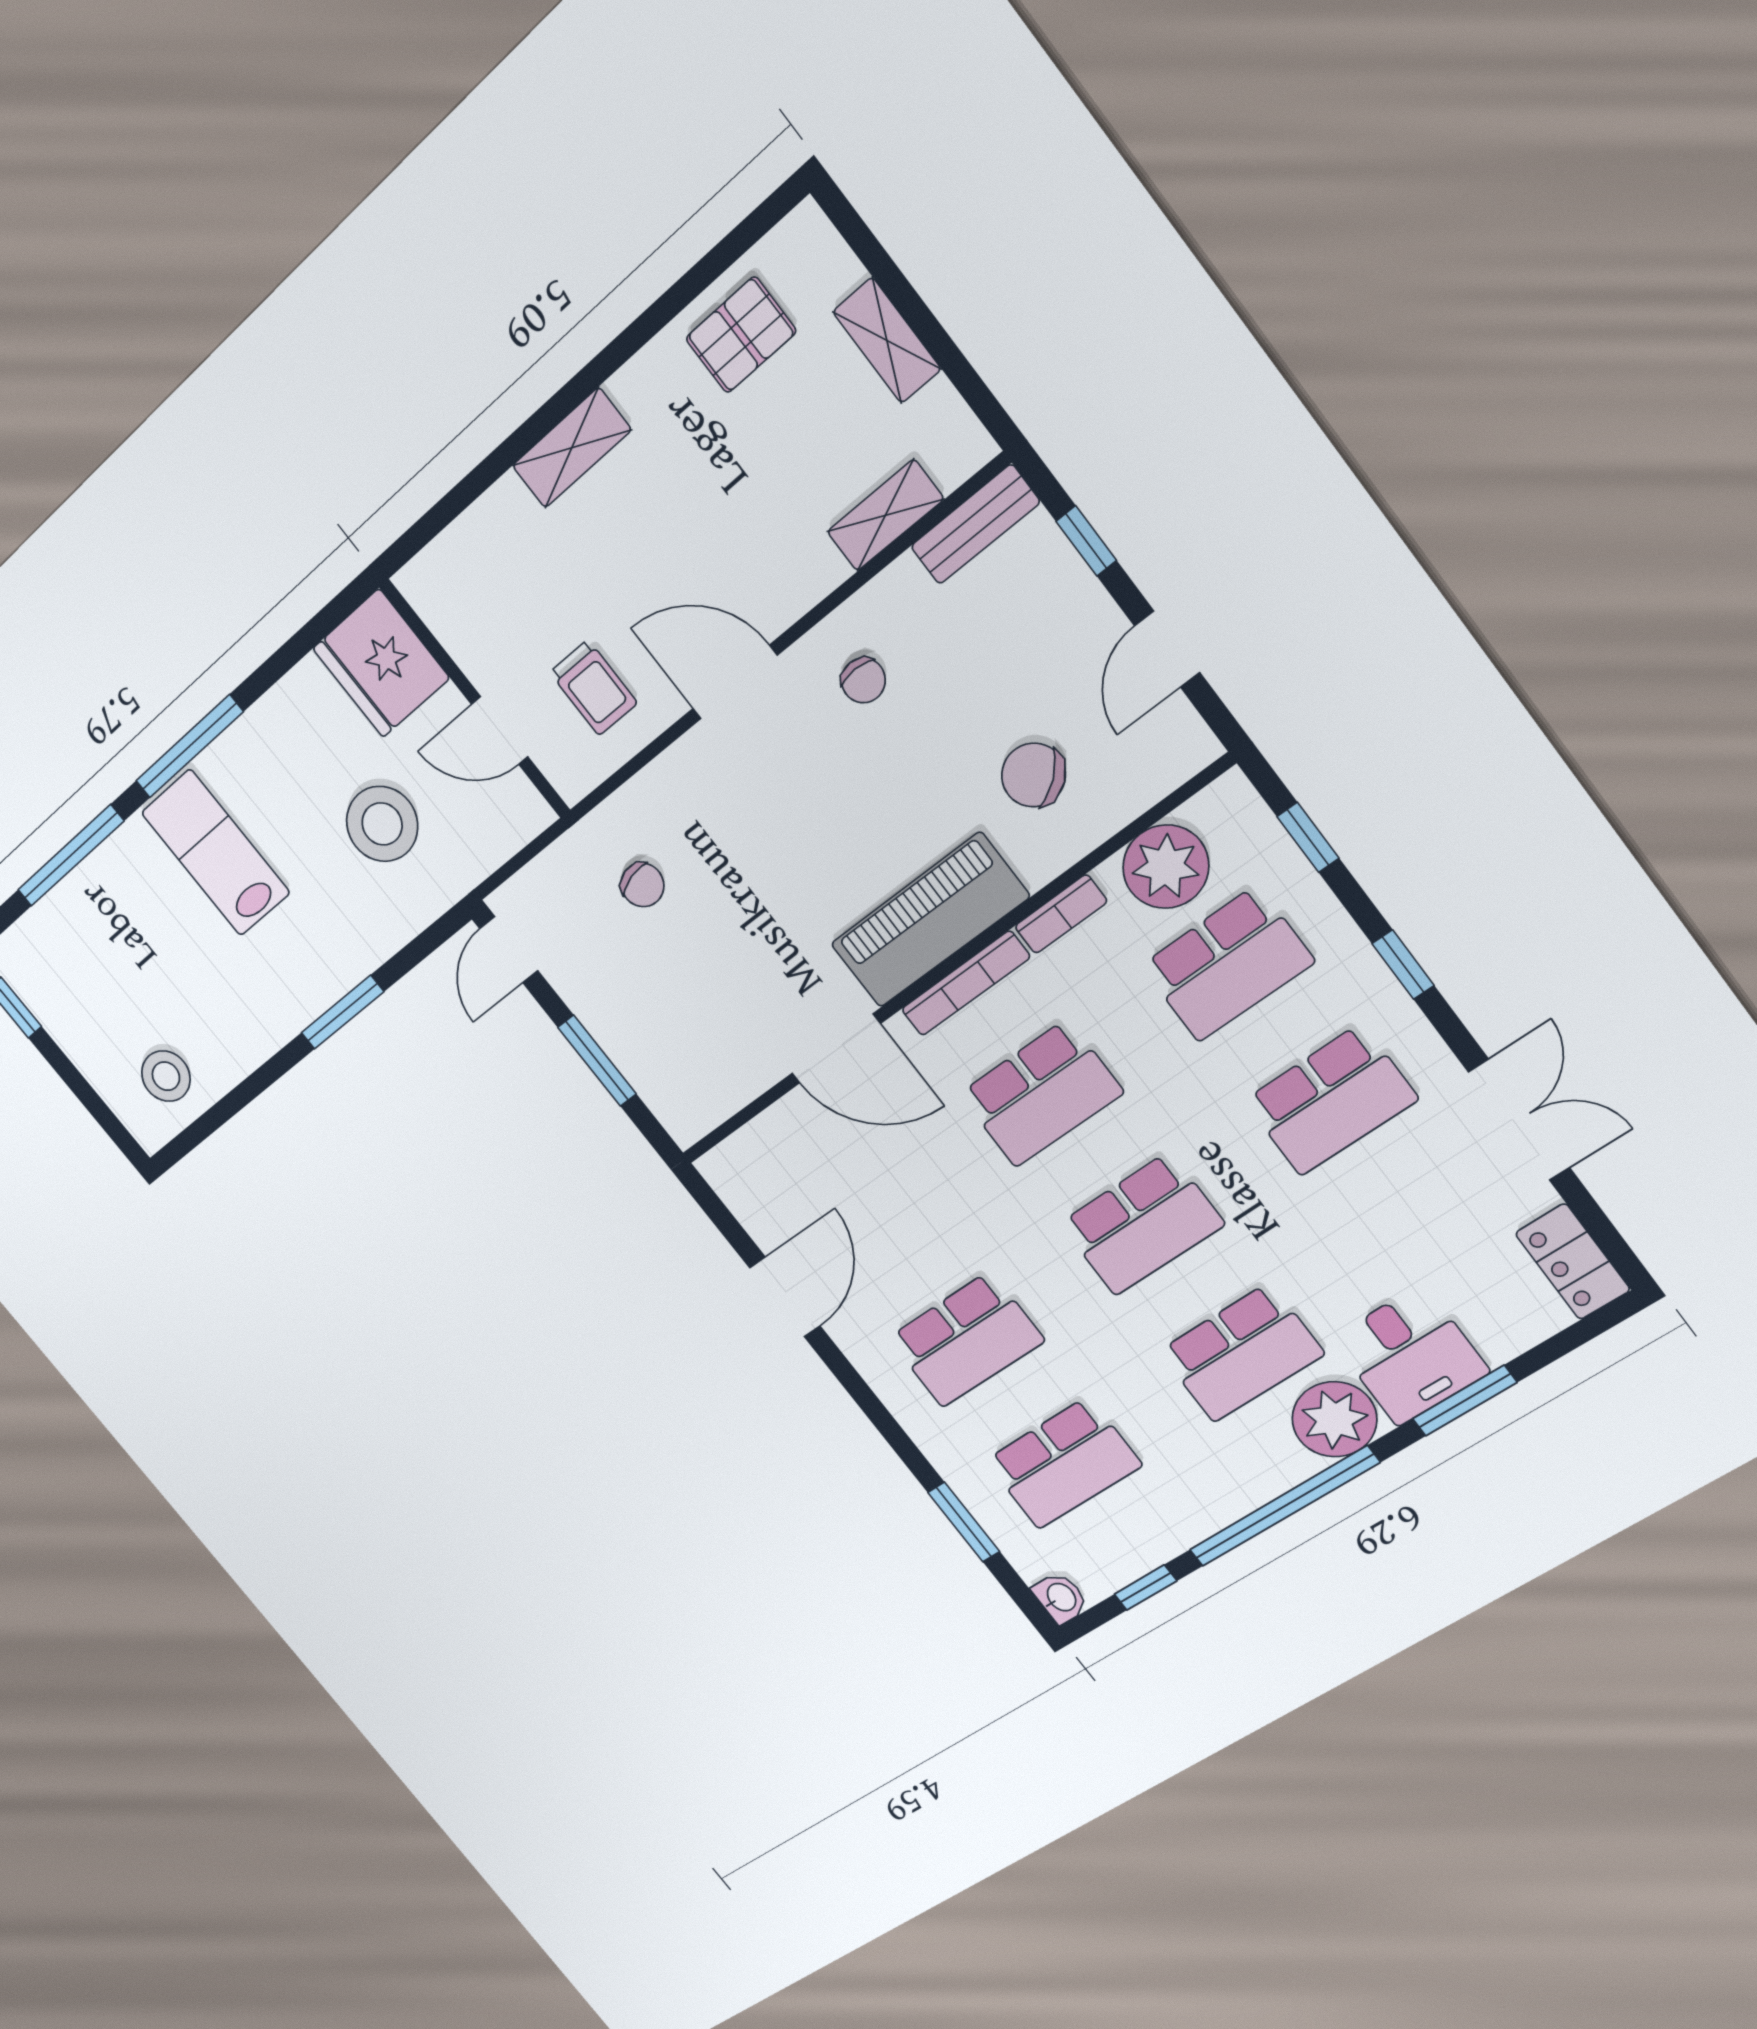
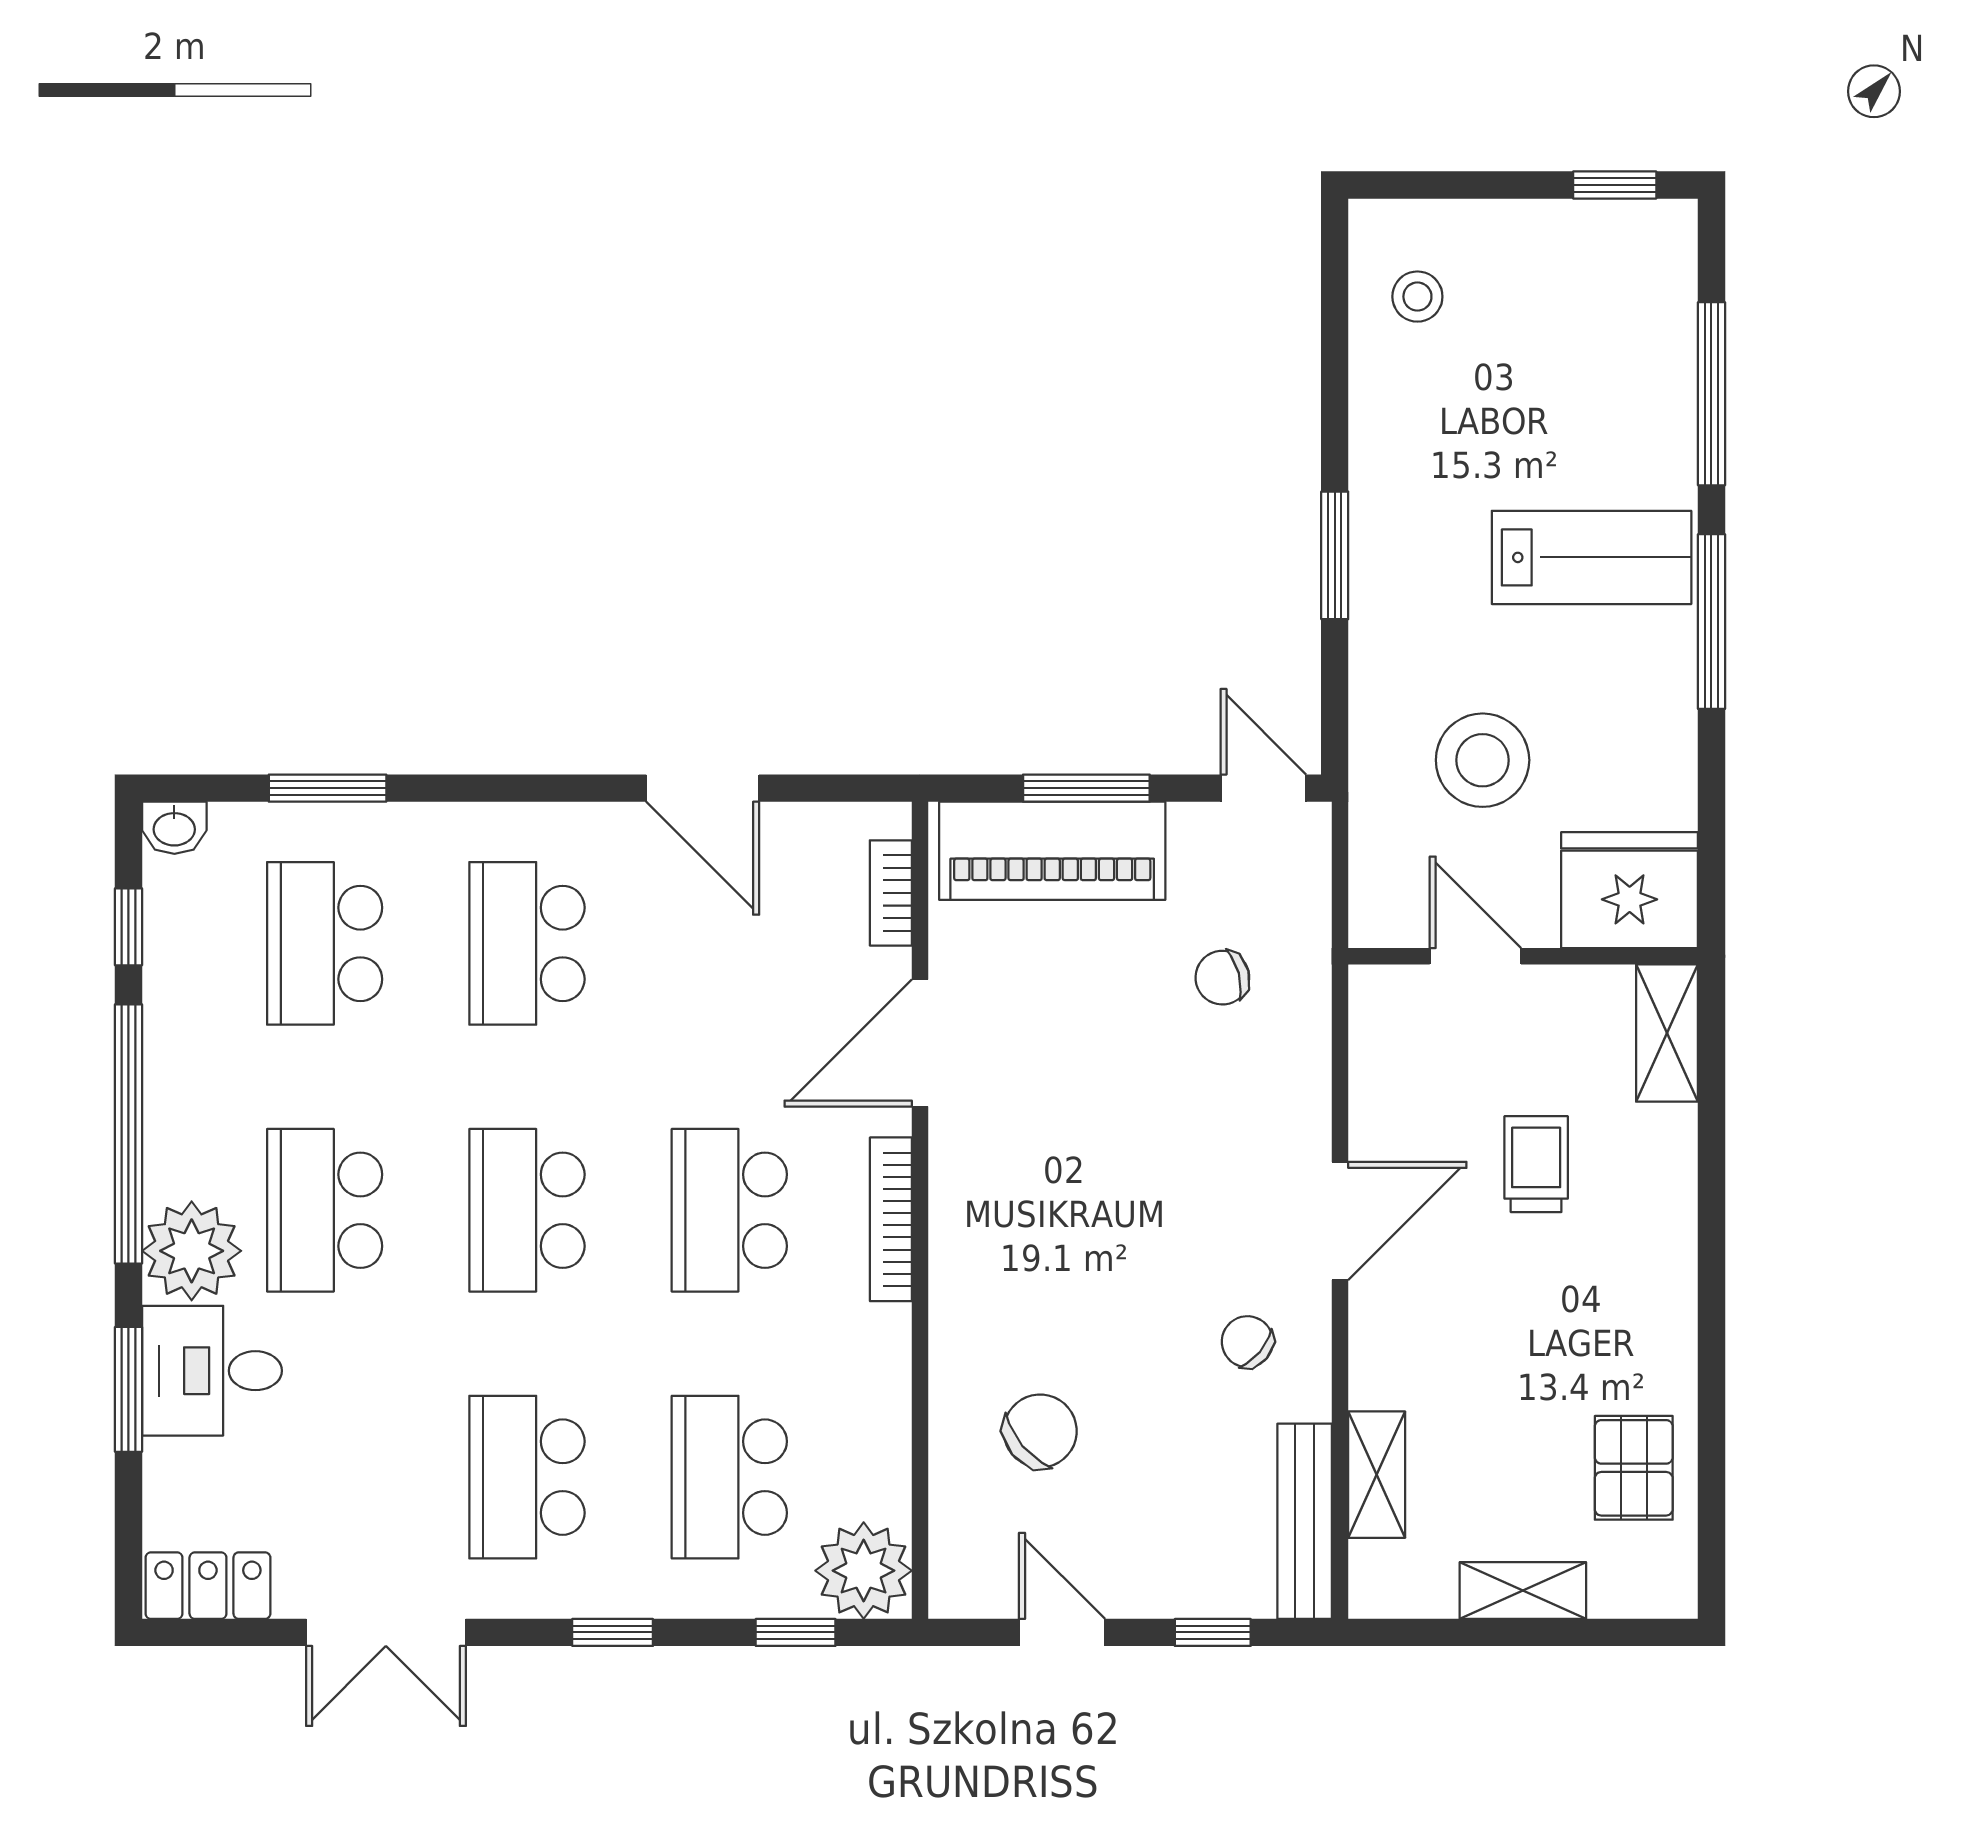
shelving: (572, 448) -> (1667, 1033), moved
bench: (975, 524) -> (1305, 1521), width x1.36
chair: (863, 680) -> (1247, 1342), turned 40
trolley: (594, 688) -> (1536, 1164), moved, turned 90
door: (500, 730) -> (1475, 956), hinge flipped
plant: (1166, 867) -> (864, 1571), moved
bookcase: (1061, 914) -> (891, 893), moved
piano: (930, 920) -> (1052, 851), moved, turned 90
stool: (166, 1076) -> (1417, 297), width x0.73, depth x0.73

